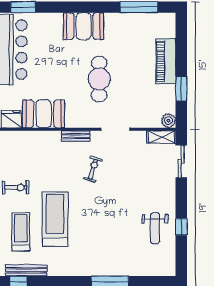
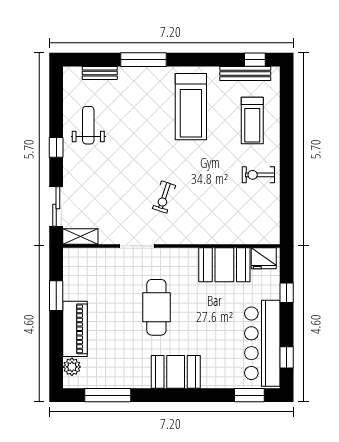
plant: (168, 121) -> (72, 367), moved
bench: (76, 136) -> (100, 73), moved
treadmill: (55, 219) -> (191, 107), moved
window: (181, 227) -> (56, 147), moved

